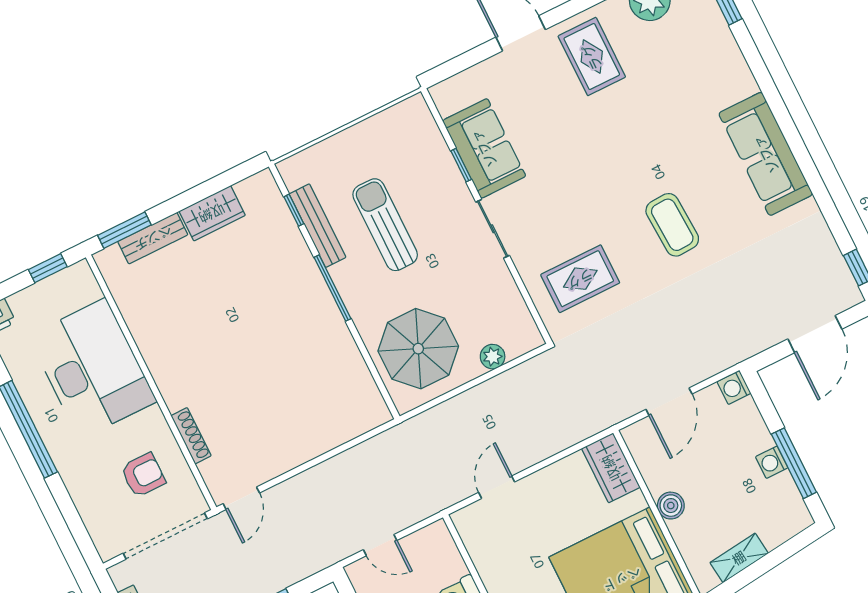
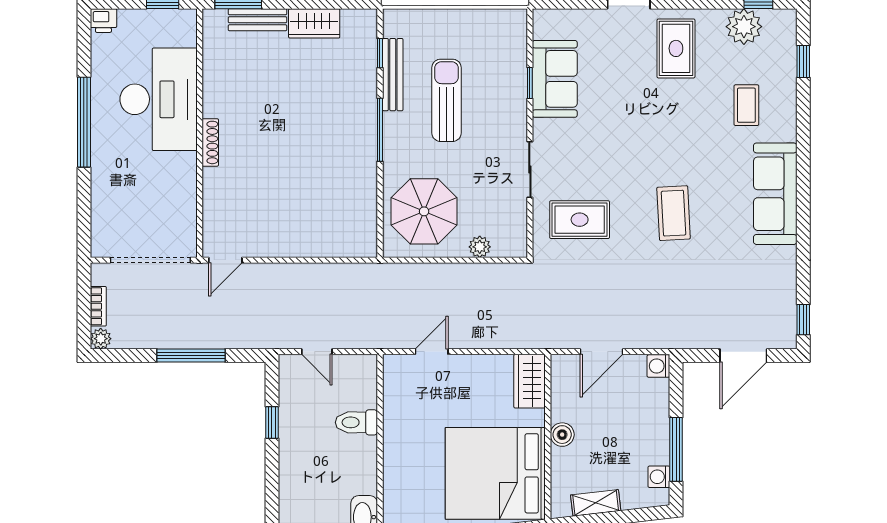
coffee table: (692, 79) -> (746, 105), added
sliding door: (493, 229) -> (530, 169), moved
shoe rack: (191, 436) -> (210, 142), moved
washing machine: (772, 462) -> (659, 477), moved
armchair: (143, 475) -> (157, 203), removed

